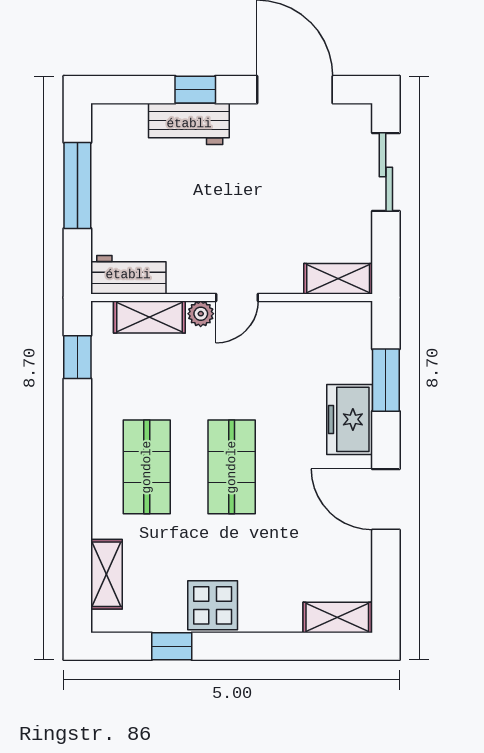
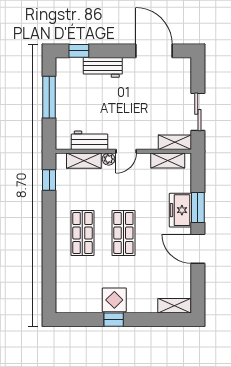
window: (195, 90) -> (79, 51), moved
sliding door: (386, 172) -> (198, 112), moved
workbench: (128, 275) -> (90, 140), moved
window: (386, 380) -> (198, 207), moved
shelving: (107, 574) -> (168, 160), moved, turned 90
window: (172, 646) -> (114, 320), moved

